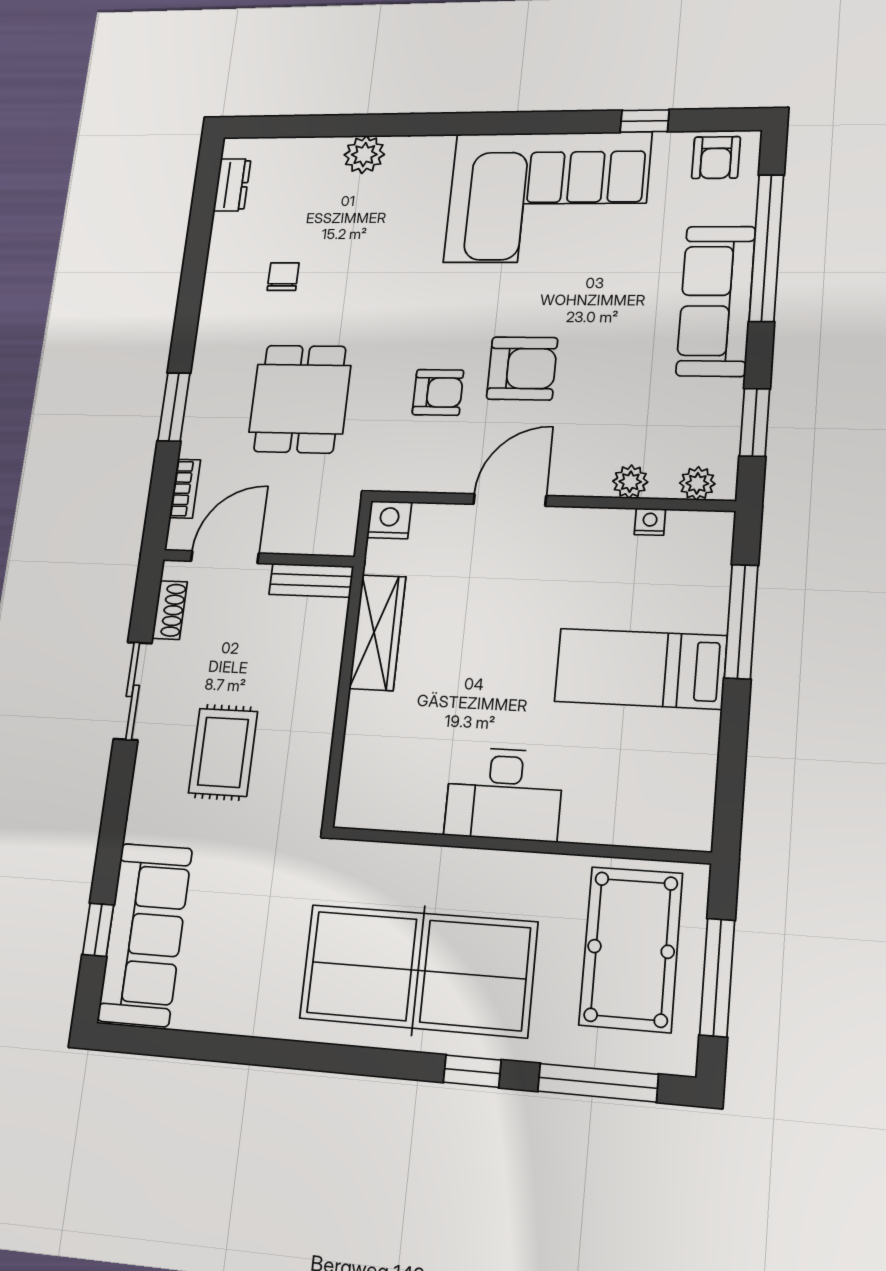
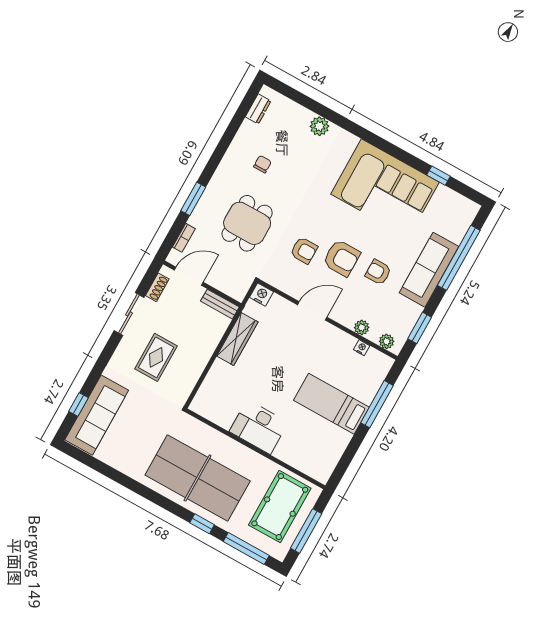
armchair: (716, 158) -> (378, 272), moved, turned 90

